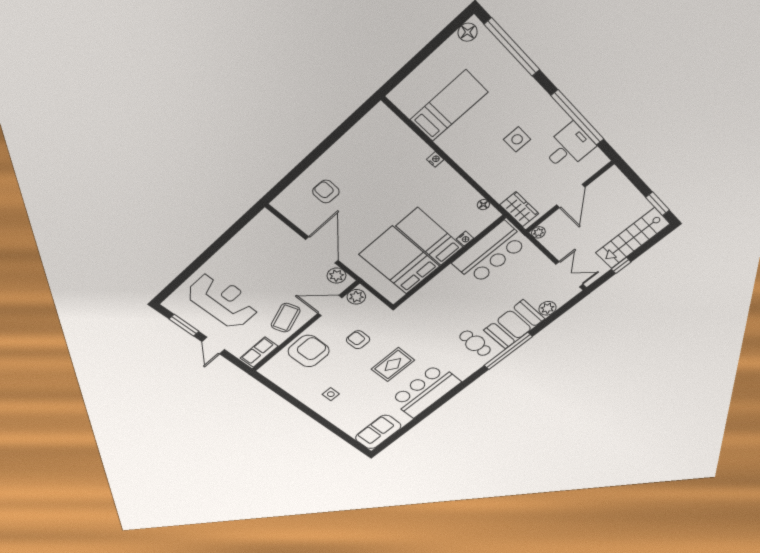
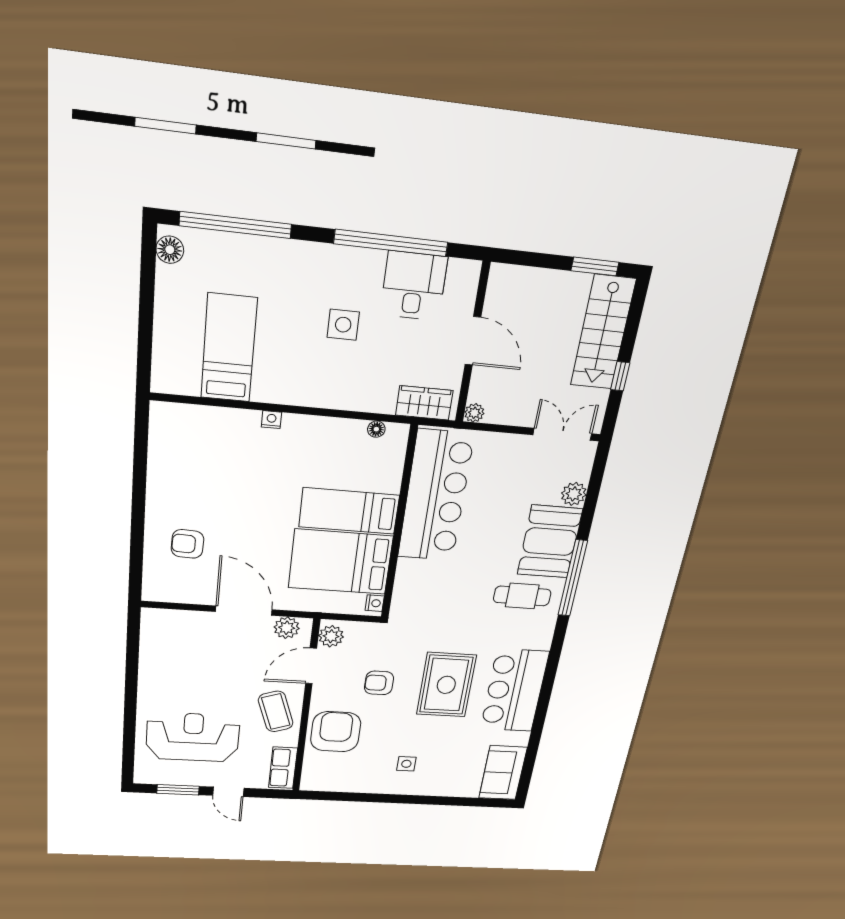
nightstand: (465, 239) -> (375, 603), moved
bar counter: (490, 253) -> (435, 496), width x1.36
rug: (393, 365) -> (446, 685), width x1.36, depth x1.43

